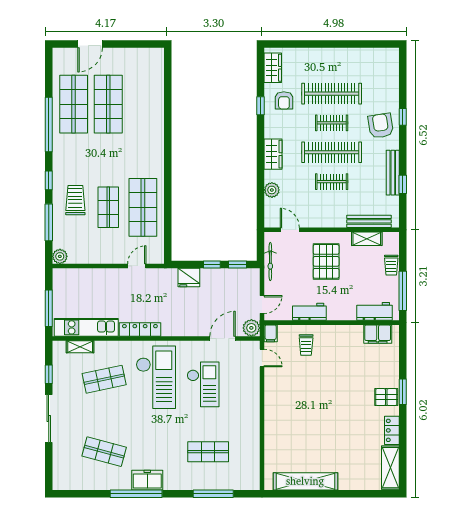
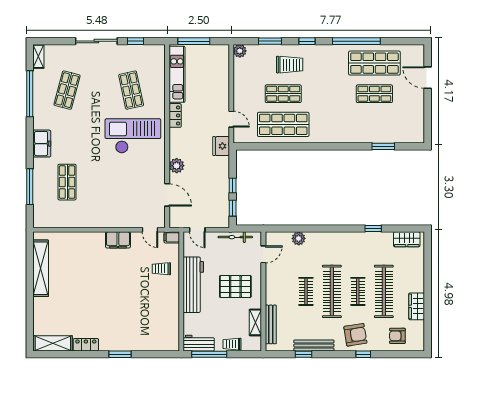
window: (168, 94) -> (383, 146), added
armchair: (284, 100) -> (397, 336), moved
shop shelf: (108, 104) -> (374, 94), width x0.70, depth x0.74
wardrobe: (273, 154) -> (417, 306), moved, turned 90
window: (49, 222) -> (270, 41), width x0.69
fridge: (189, 277) -> (221, 146), moved
workbench: (375, 311) -> (199, 343), moved, turned -90
workbench: (309, 312) -> (193, 285), width x1.88, depth x1.32
plant: (251, 328) -> (177, 166), moved
locker: (140, 330) -> (175, 115), width x0.66
filing cabinet: (378, 334) -> (118, 240), moved, turned -90
shelving: (80, 347) -> (38, 56), moved
door: (262, 358) -> (150, 230), hinge flipped
checkout: (156, 377) -> (133, 136), turned 180
checkout: (203, 384) -> (127, 178), removed
pallet: (386, 397) -> (115, 340), removed
freezer: (147, 480) -> (42, 144), moved
window: (136, 494) -> (30, 94), moved

